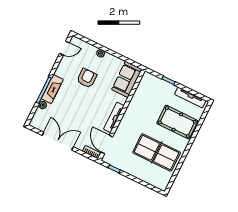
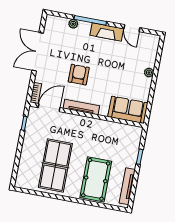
door: (64, 48) -> (132, 28), moved
armchair: (87, 78) -> (79, 75), moved, turned -90
fireplace: (52, 89) -> (107, 32), moved
double door: (58, 141) -> (38, 52), swing flipped

